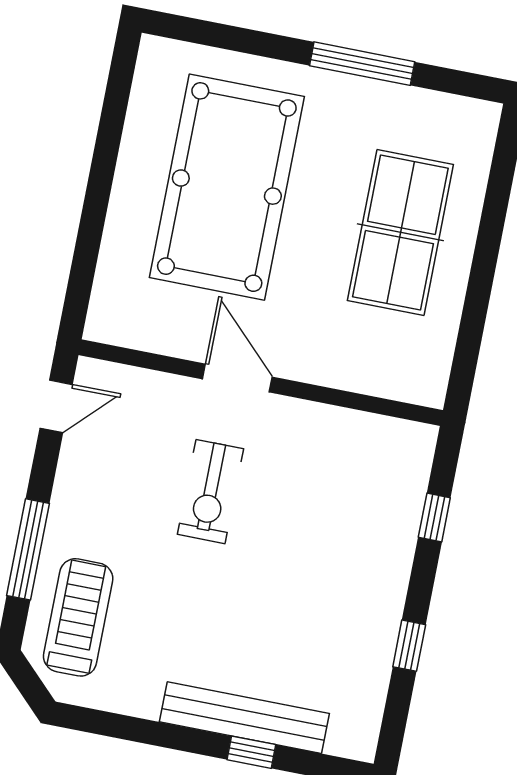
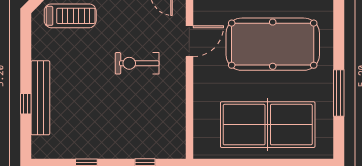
table tennis table: (400, 232) -> (268, 125), width x1.36, depth x1.32
door: (237, 378) -> (189, 41), moved

